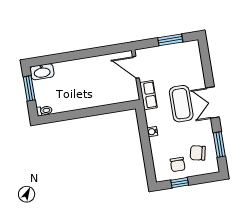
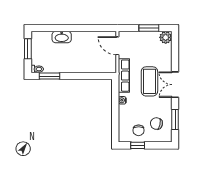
plant: (192, 48) -> (166, 37), added
washbasin: (42, 72) -> (62, 37), moved
row of seats: (148, 95) -> (124, 76), width x1.48
window: (60, 117) -> (50, 76), added

